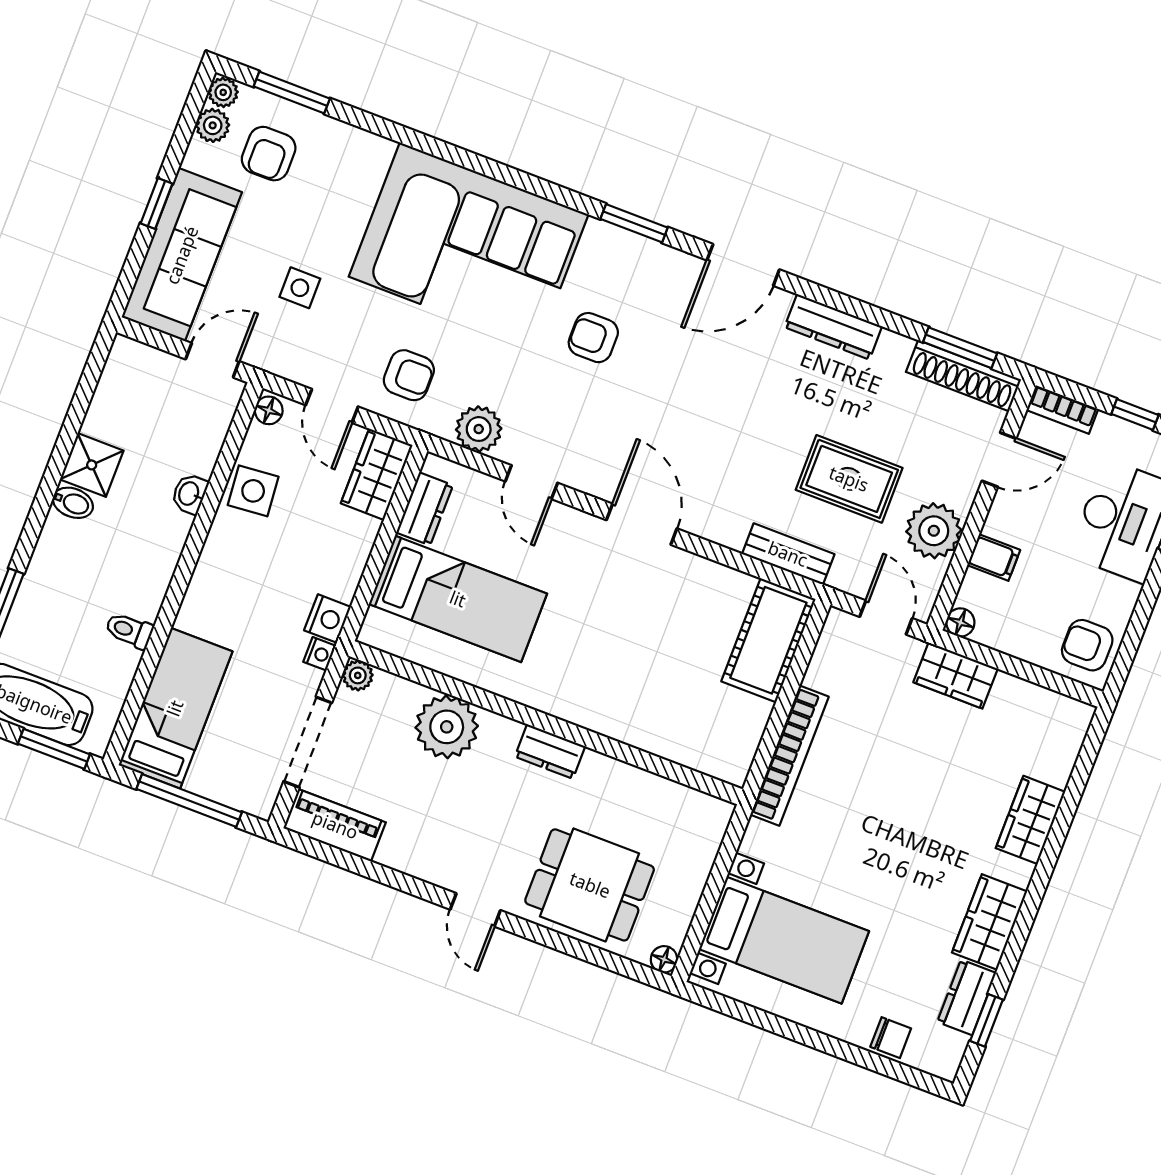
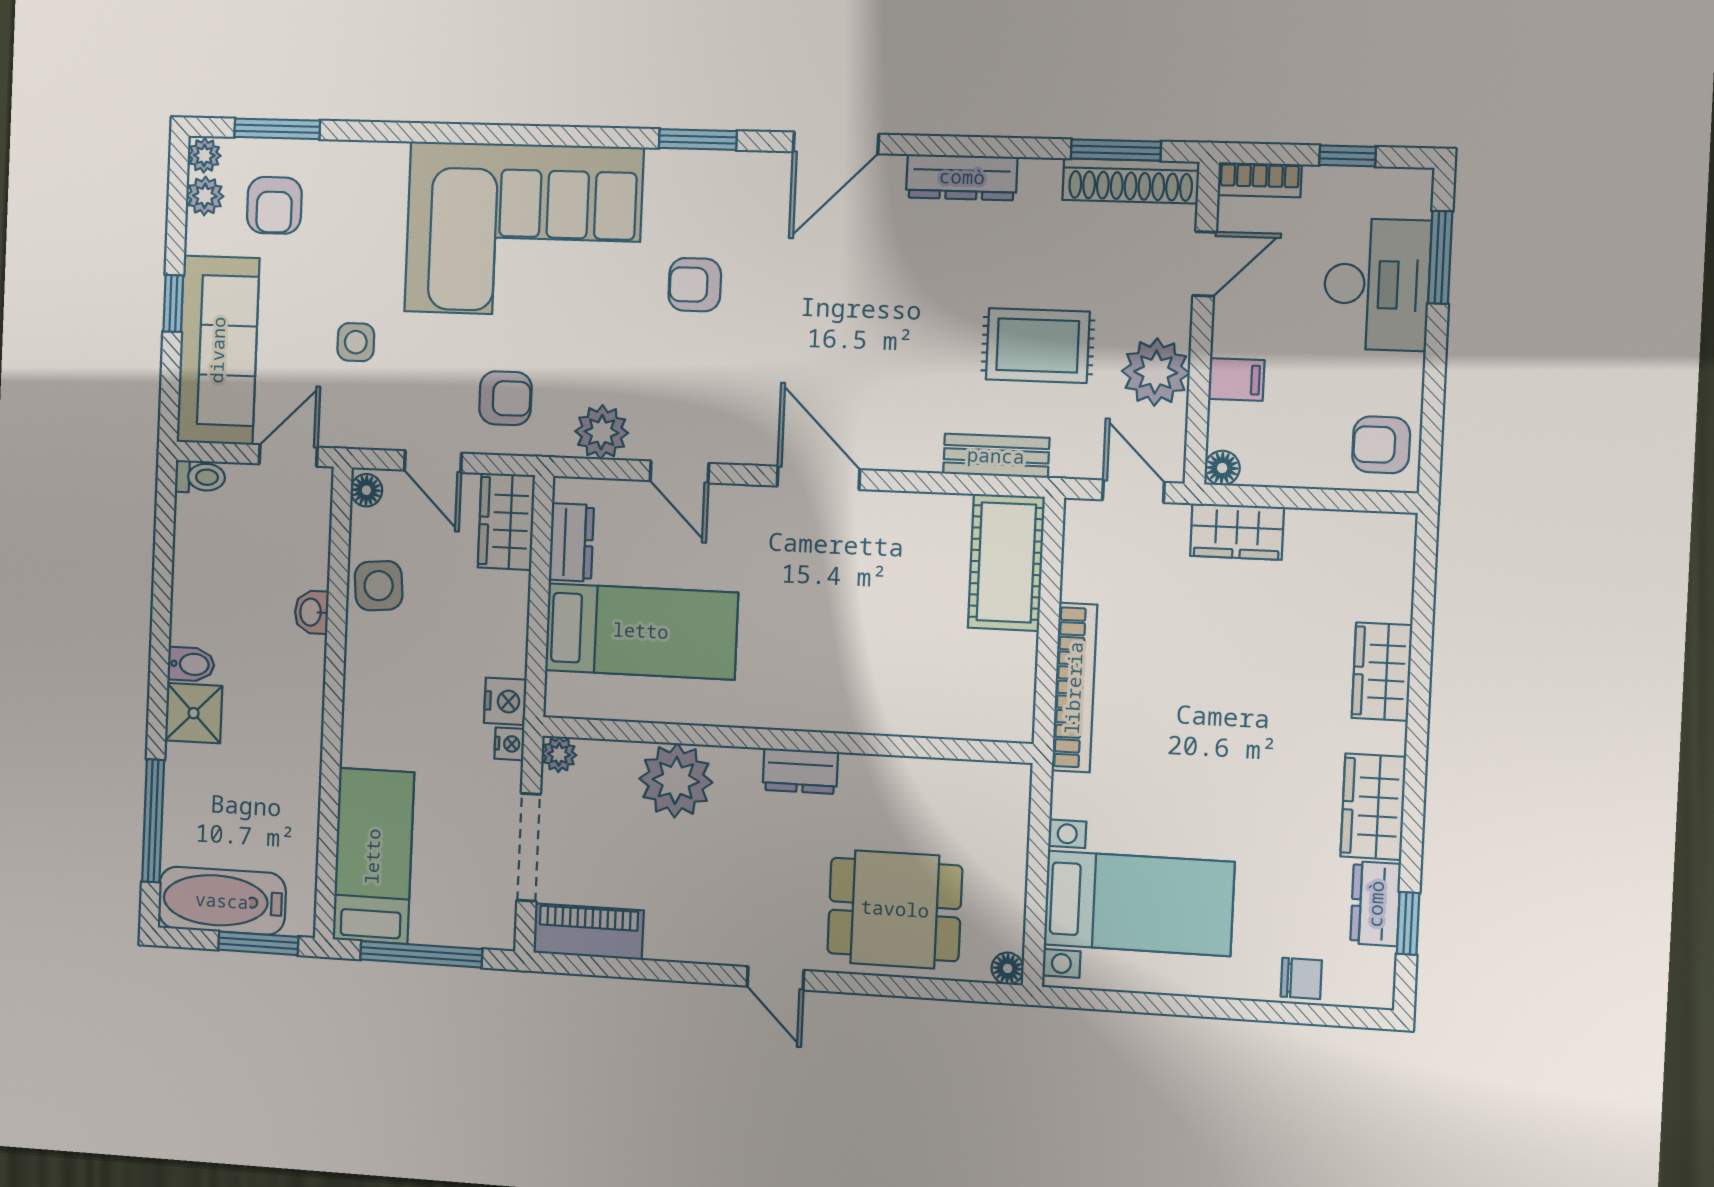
shower: (92, 465) -> (194, 713), moved
toilet: (129, 630) -> (200, 477), moved, turned 180

